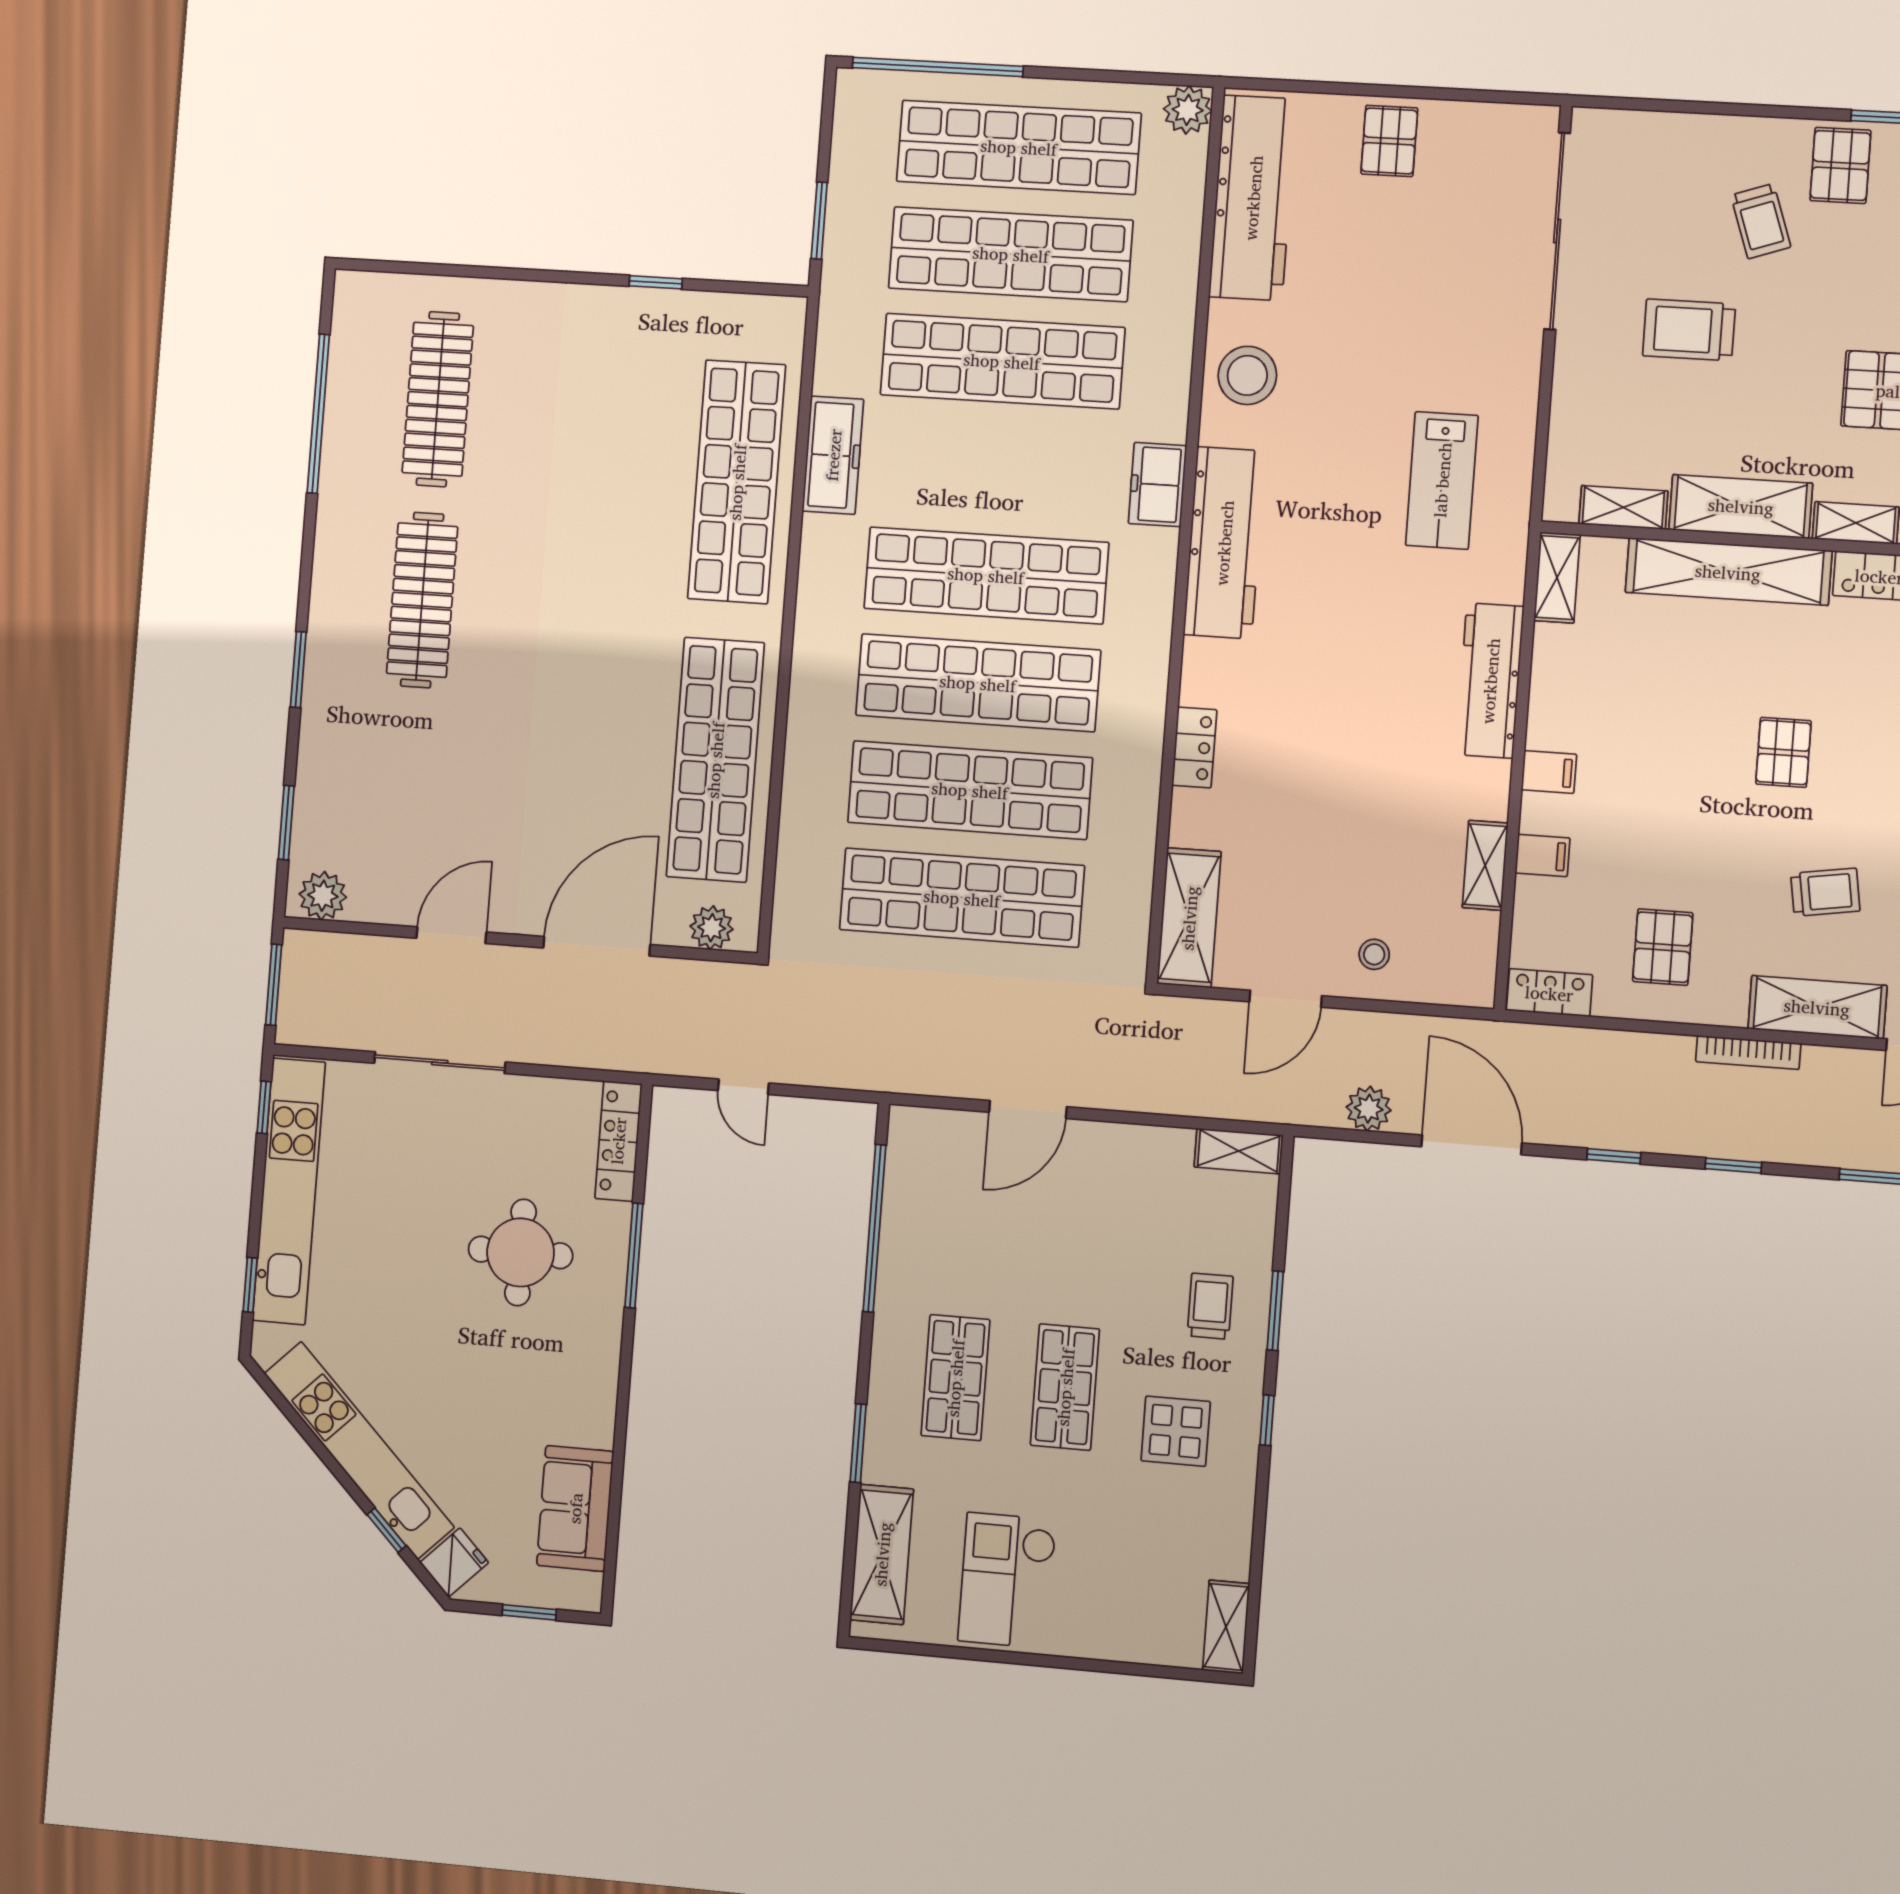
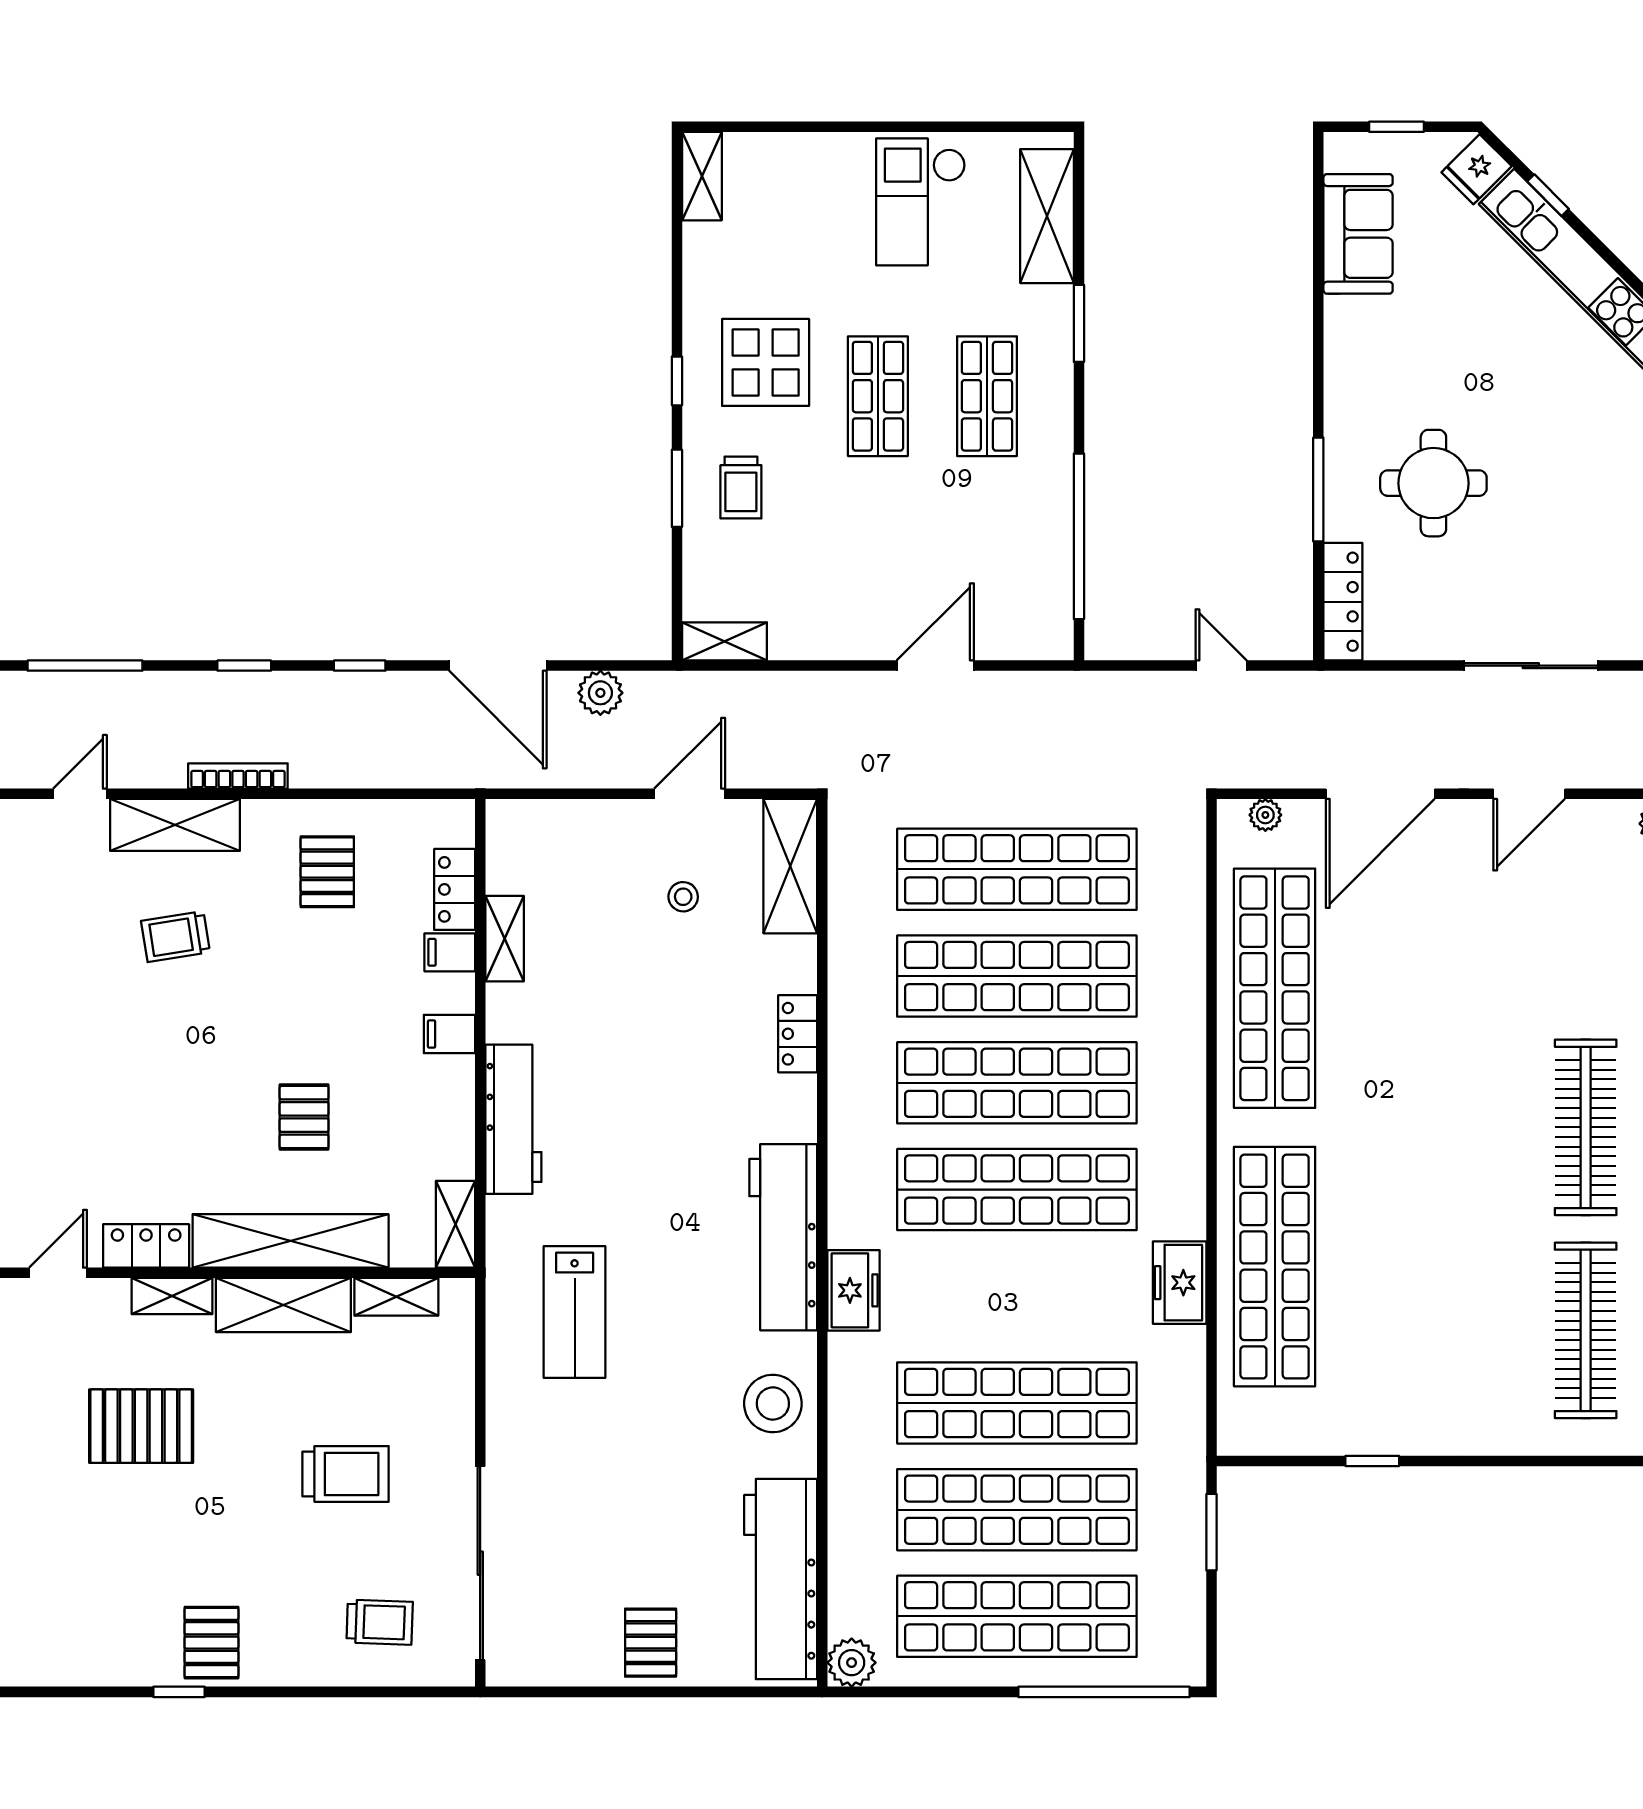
trolley: (1761, 221) -> (380, 1622), moved, turned 111
freezer: (833, 455) -> (1180, 1283), width x0.71
lab bench: (1442, 480) -> (575, 1312), turned 180
pallet: (1783, 752) -> (304, 1117), moved
plant: (712, 928) -> (1265, 815), width x0.73, depth x0.73
stool: (1374, 954) -> (683, 897), moved
locker: (1549, 993) -> (455, 889), moved, turned 90
display table: (1176, 1431) -> (766, 362), width x1.36, depth x1.36
checkout: (1007, 1580) -> (921, 202), turned 180

